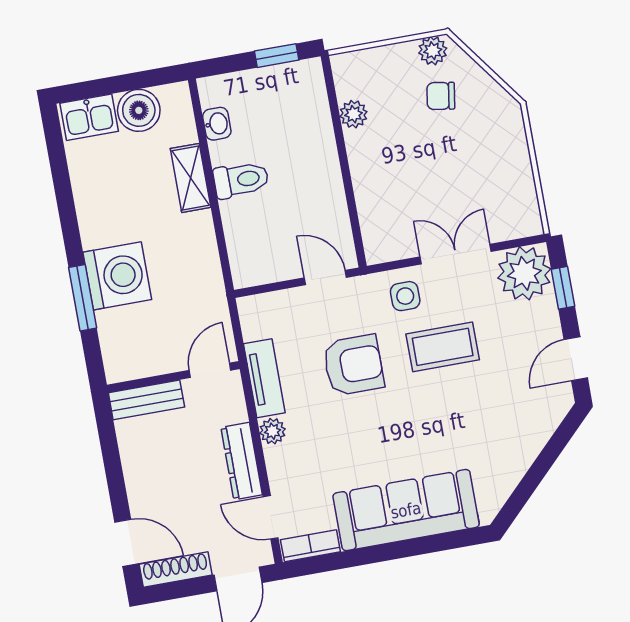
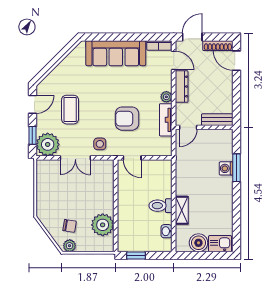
plant: (354, 114) -> (103, 225), width x1.88, depth x1.88
washing machine: (117, 276) -> (226, 168), width x0.53, depth x0.53
coffee table: (443, 347) -> (70, 110), moved, turned 90

